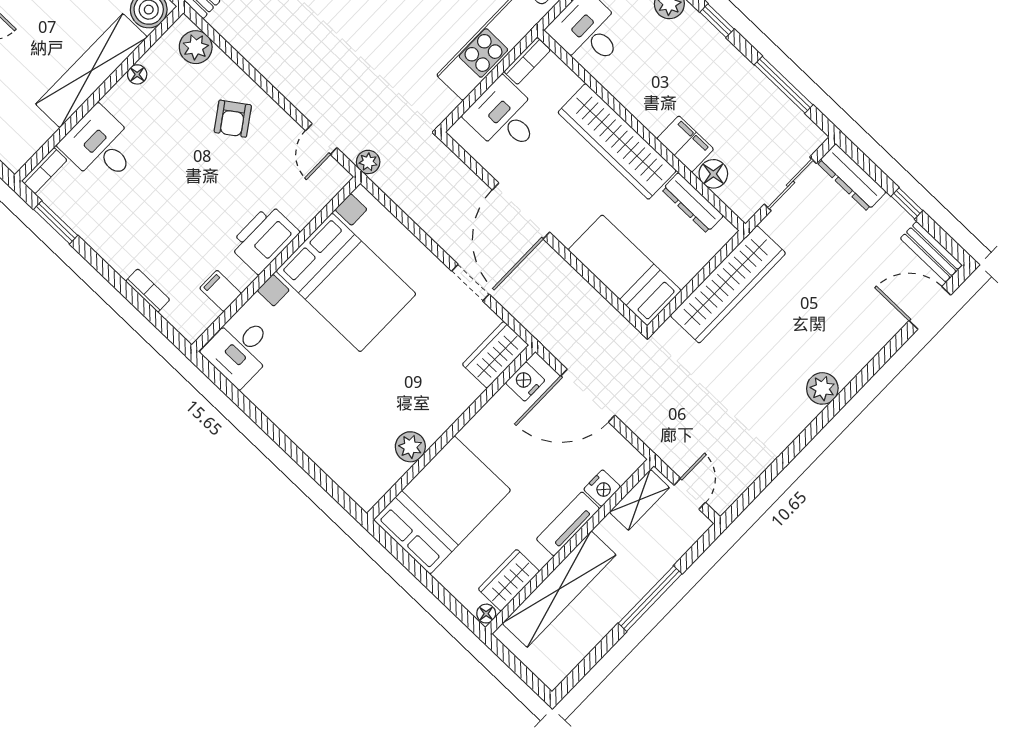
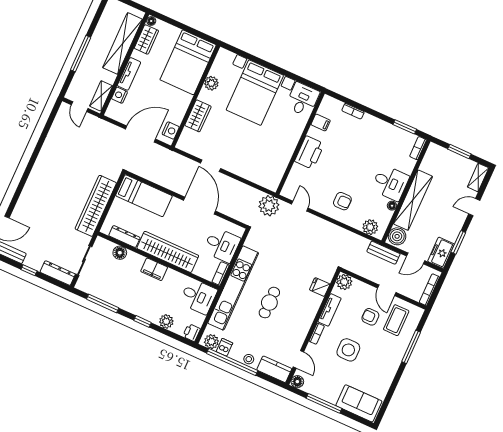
armchair: (233, 119) -> (342, 201), turned 125
filing cabinet: (685, 144) -> (154, 269), moved
desk: (100, 146) -> (390, 183), moved
plant: (368, 162) -> (269, 206), width x1.87, depth x1.87
bed with nightstands: (346, 282) -> (255, 93), moved, turned -90
wardrobe: (495, 355) -> (198, 116), moved
plant: (822, 388) -> (37, 174), removed

